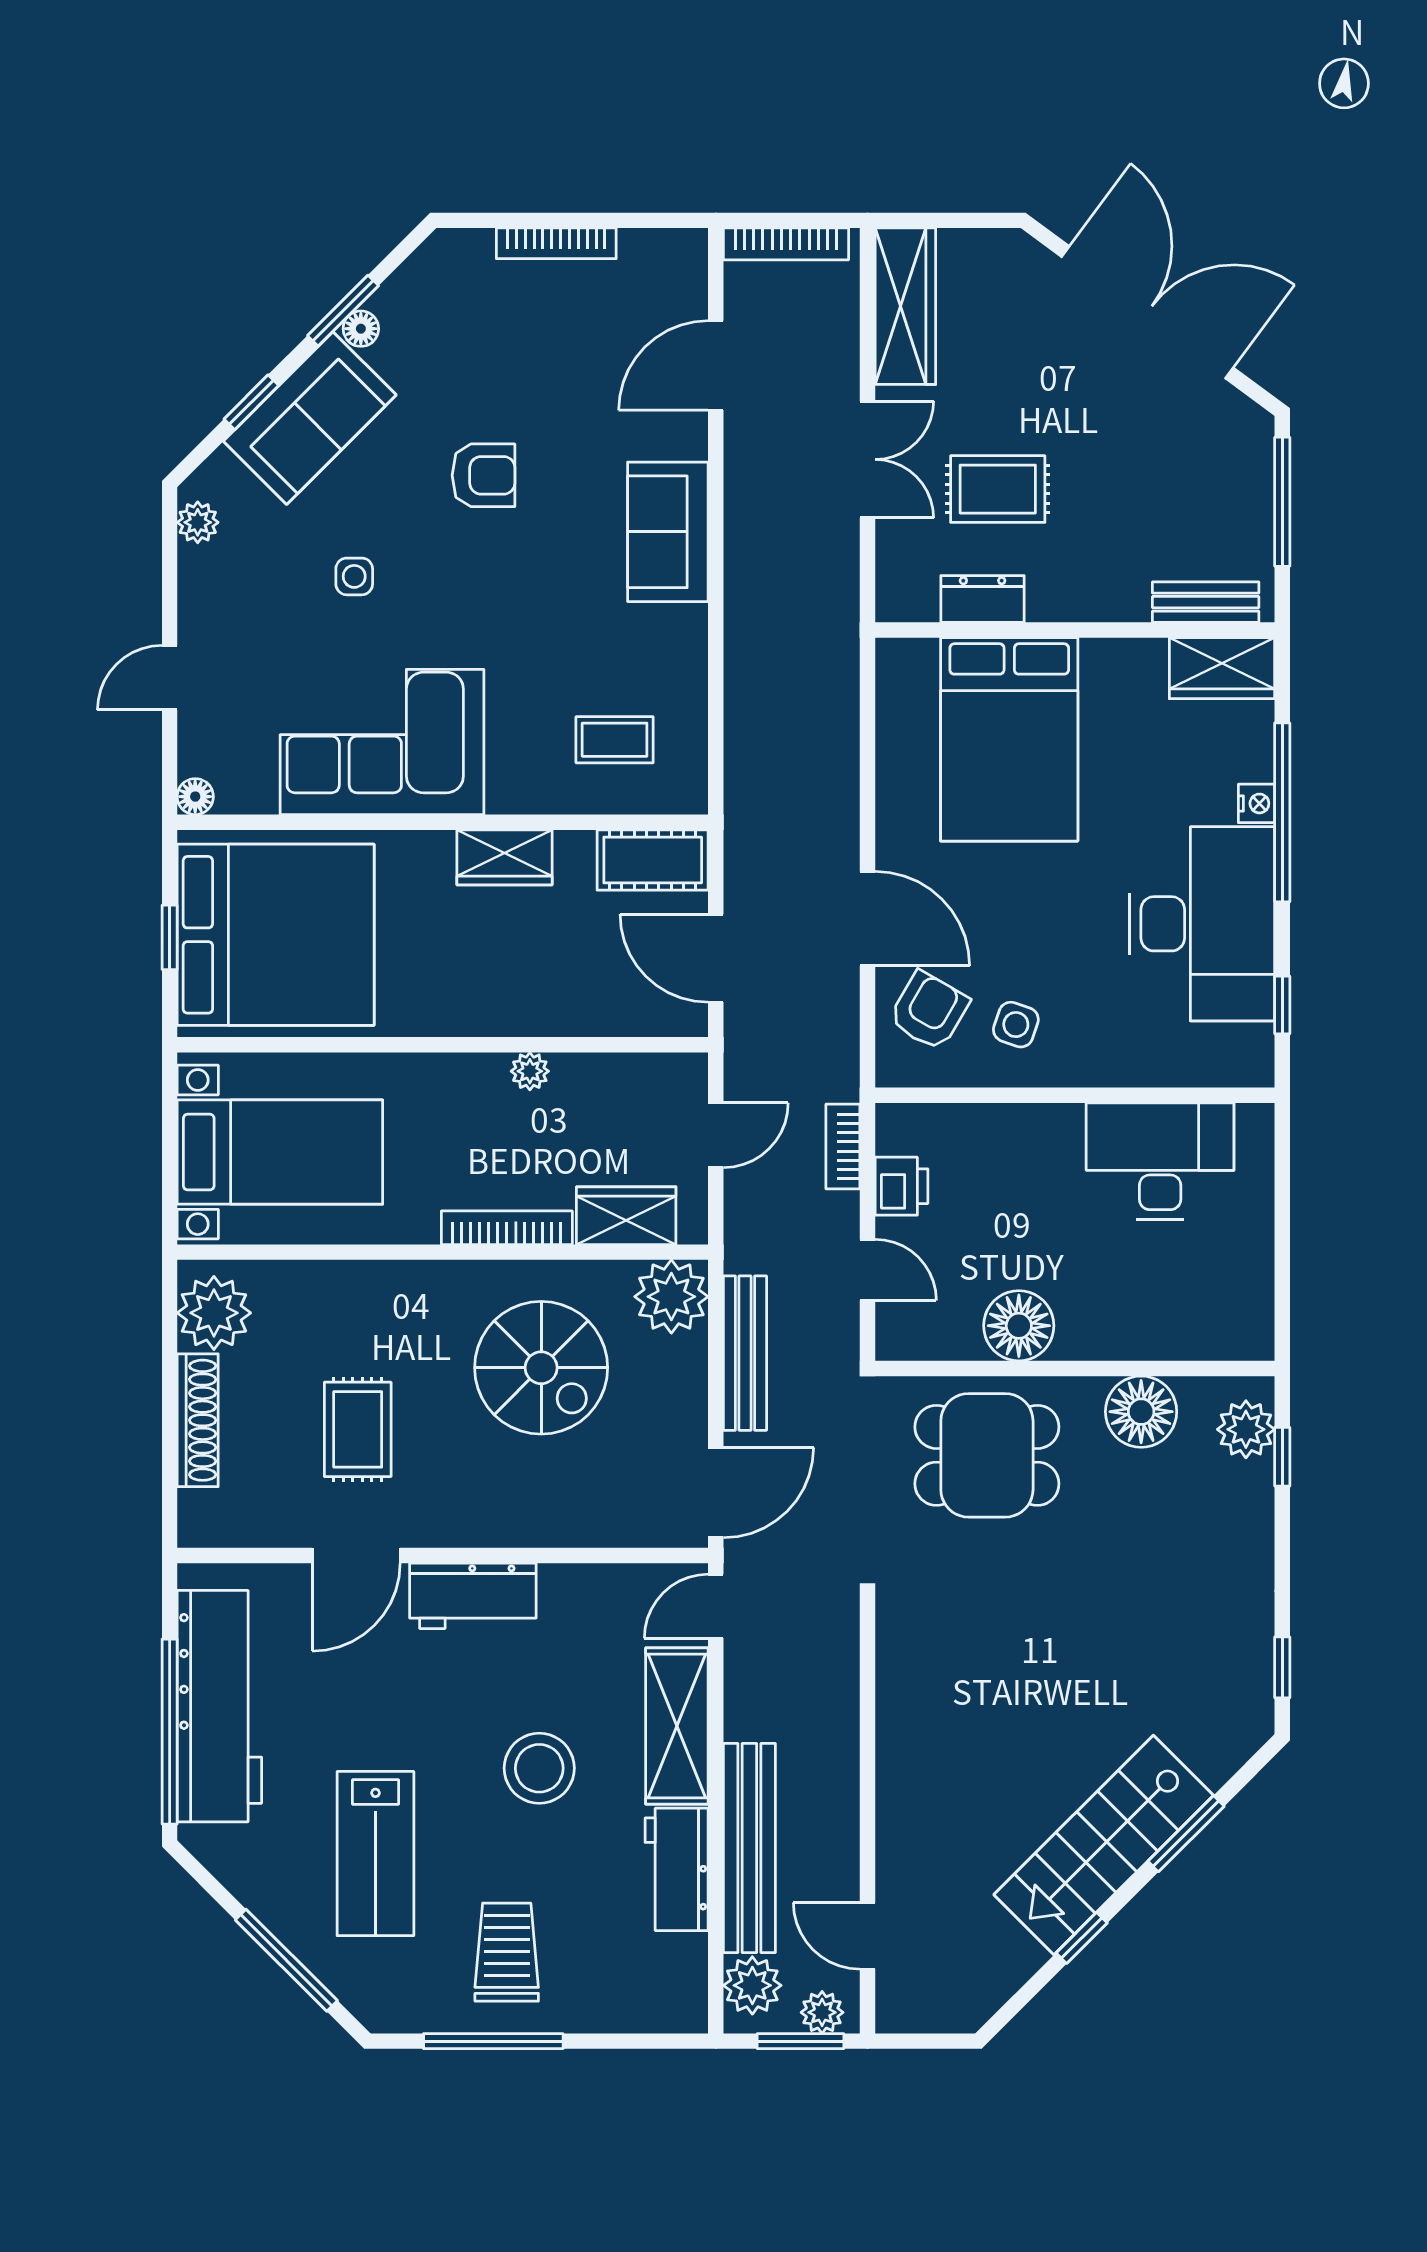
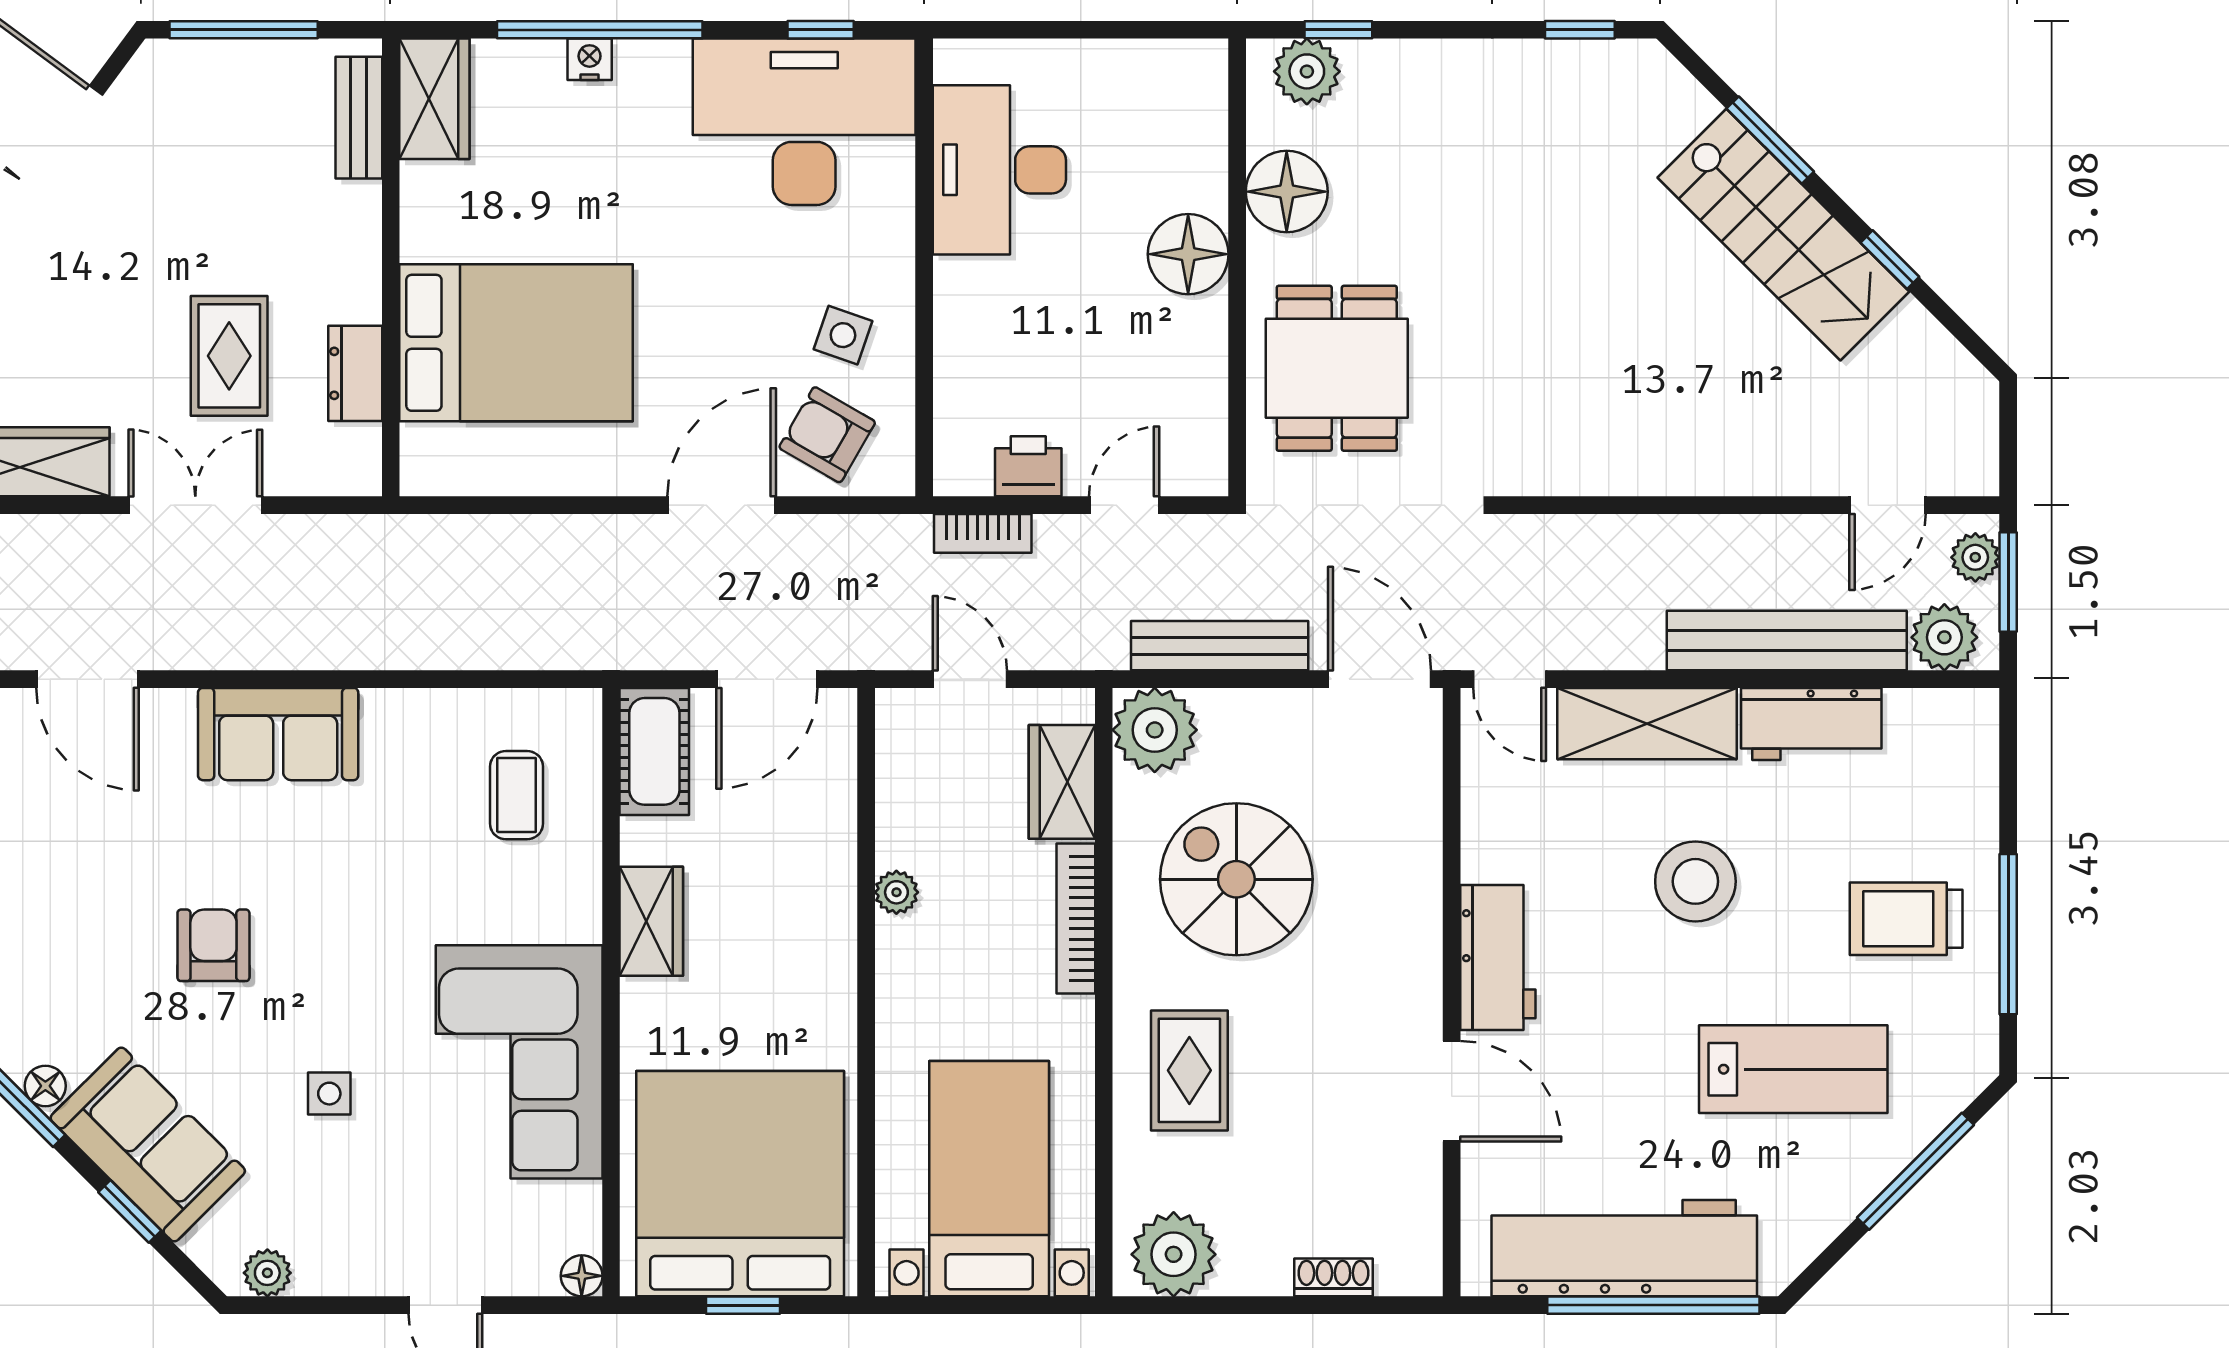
desk: (1202, 924) -> (804, 122), moved
floor lamp: (1019, 1326) -> (1188, 254), moved
spiral stairs: (541, 1368) -> (1236, 879), turned -90
shoe rack: (198, 1420) -> (1333, 1277), width x0.51, depth x0.81
rug: (358, 1429) -> (1189, 1070), moved, turned 90

